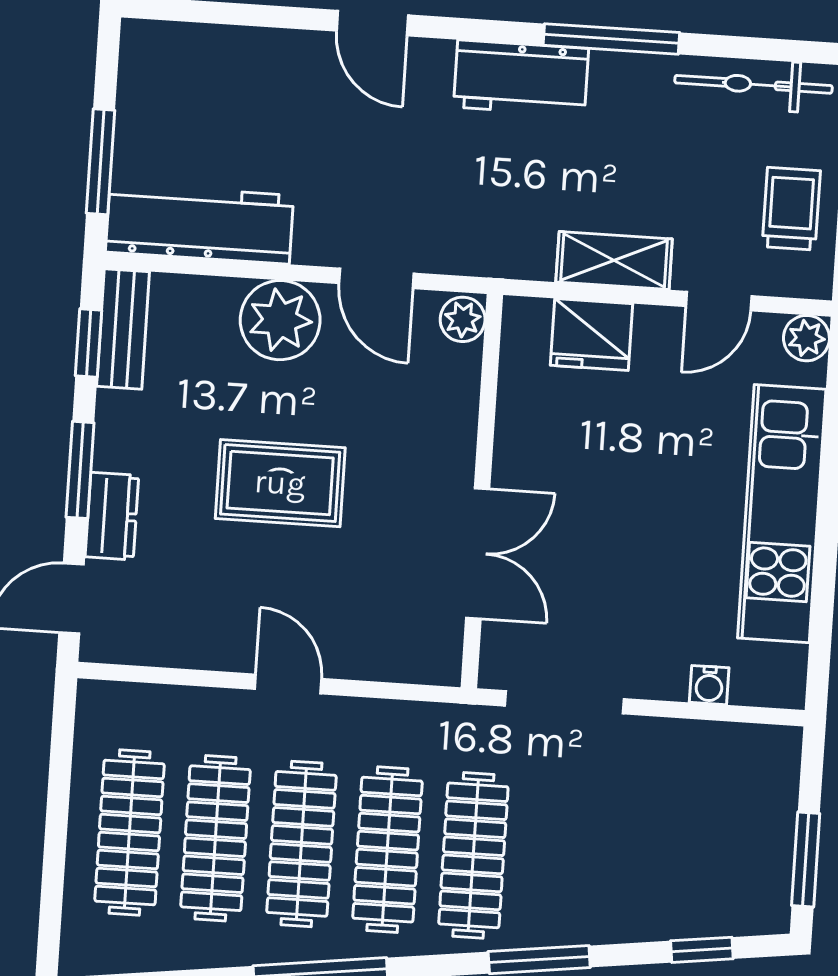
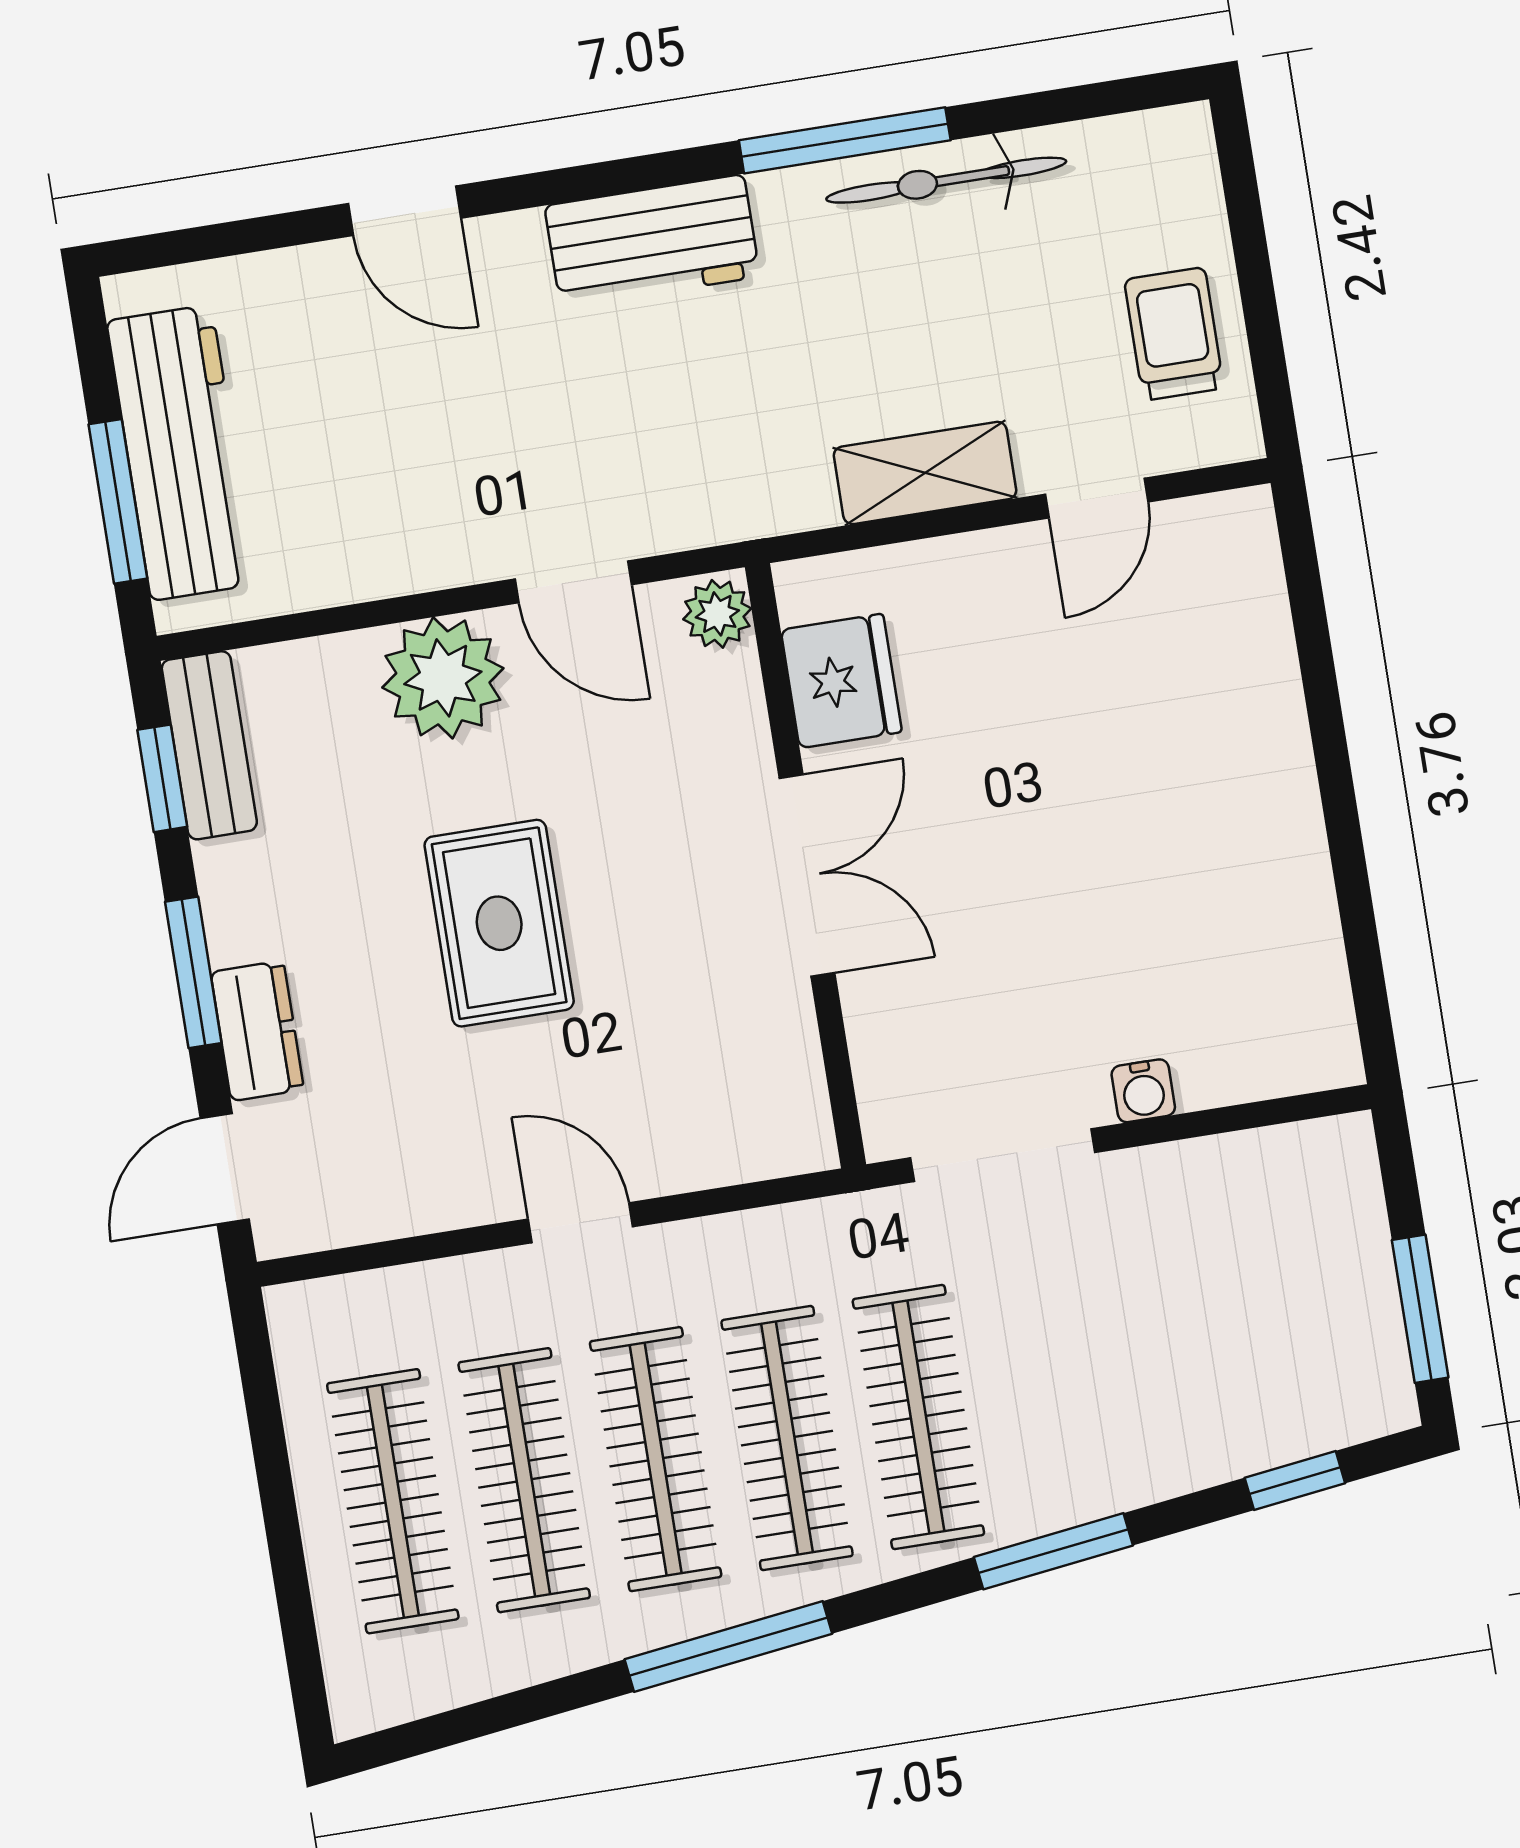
door: (372, 23) -> (405, 211), moved
workbench: (521, 78) -> (652, 241), moved
bicycle: (754, 84) -> (946, 180), moved
workbench: (200, 224) -> (181, 453), moved, turned 90
fridge: (591, 335) -> (841, 681), moved, turned -90
plant: (806, 338) -> (1241, 523), removed
rug: (280, 483) -> (499, 923), turned 90
kitchen unit: (782, 514) -> (1265, 796), removed
double door: (478, 553) -> (807, 875), moved
water cooler: (709, 685) -> (1143, 1091), moved

